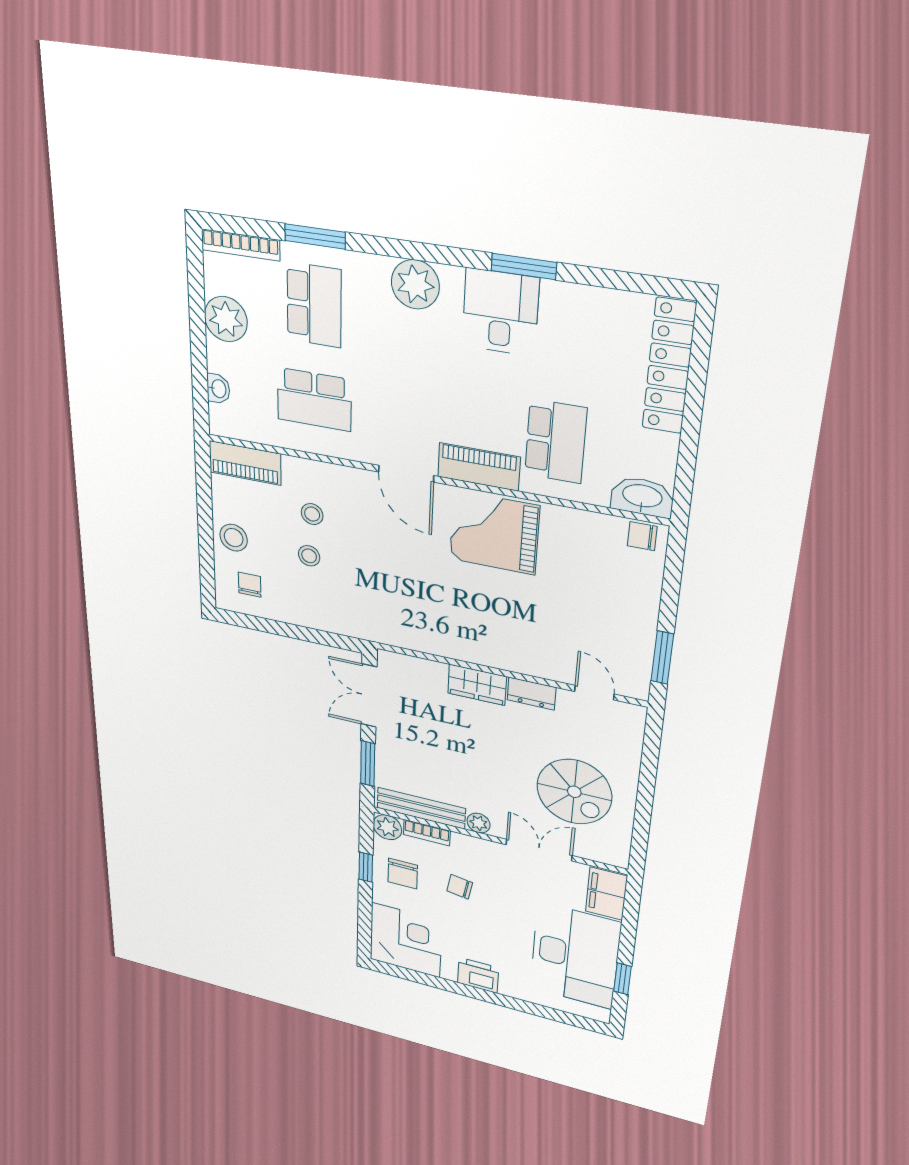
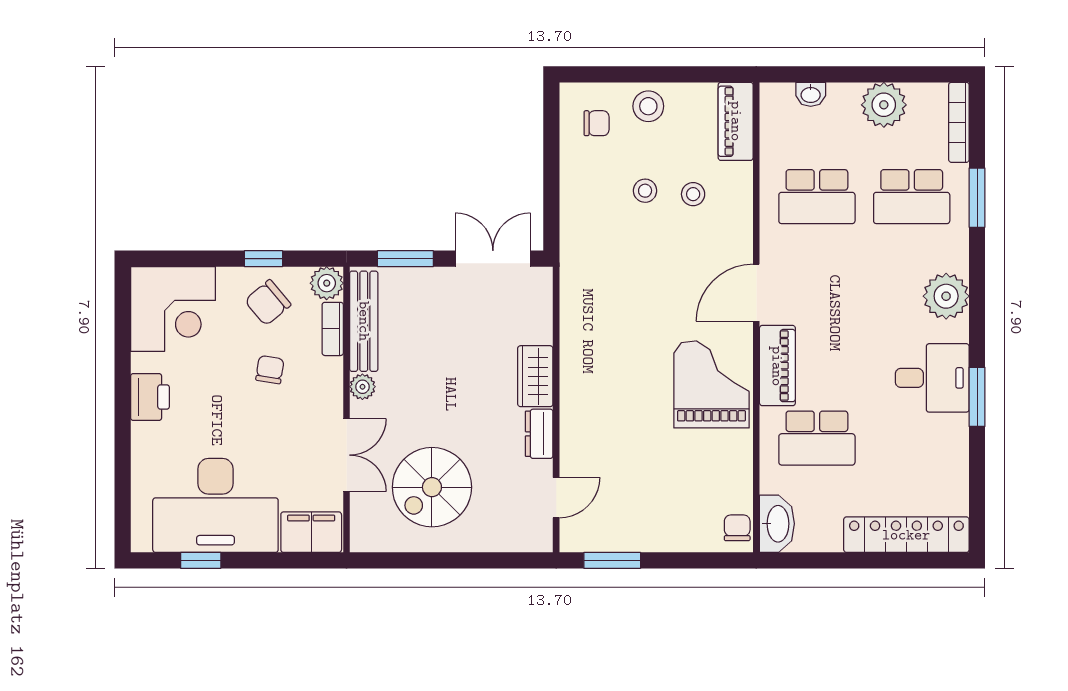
school desk: (314, 399) -> (817, 197), turned -90
chair: (403, 874) -> (268, 303), turned -40

